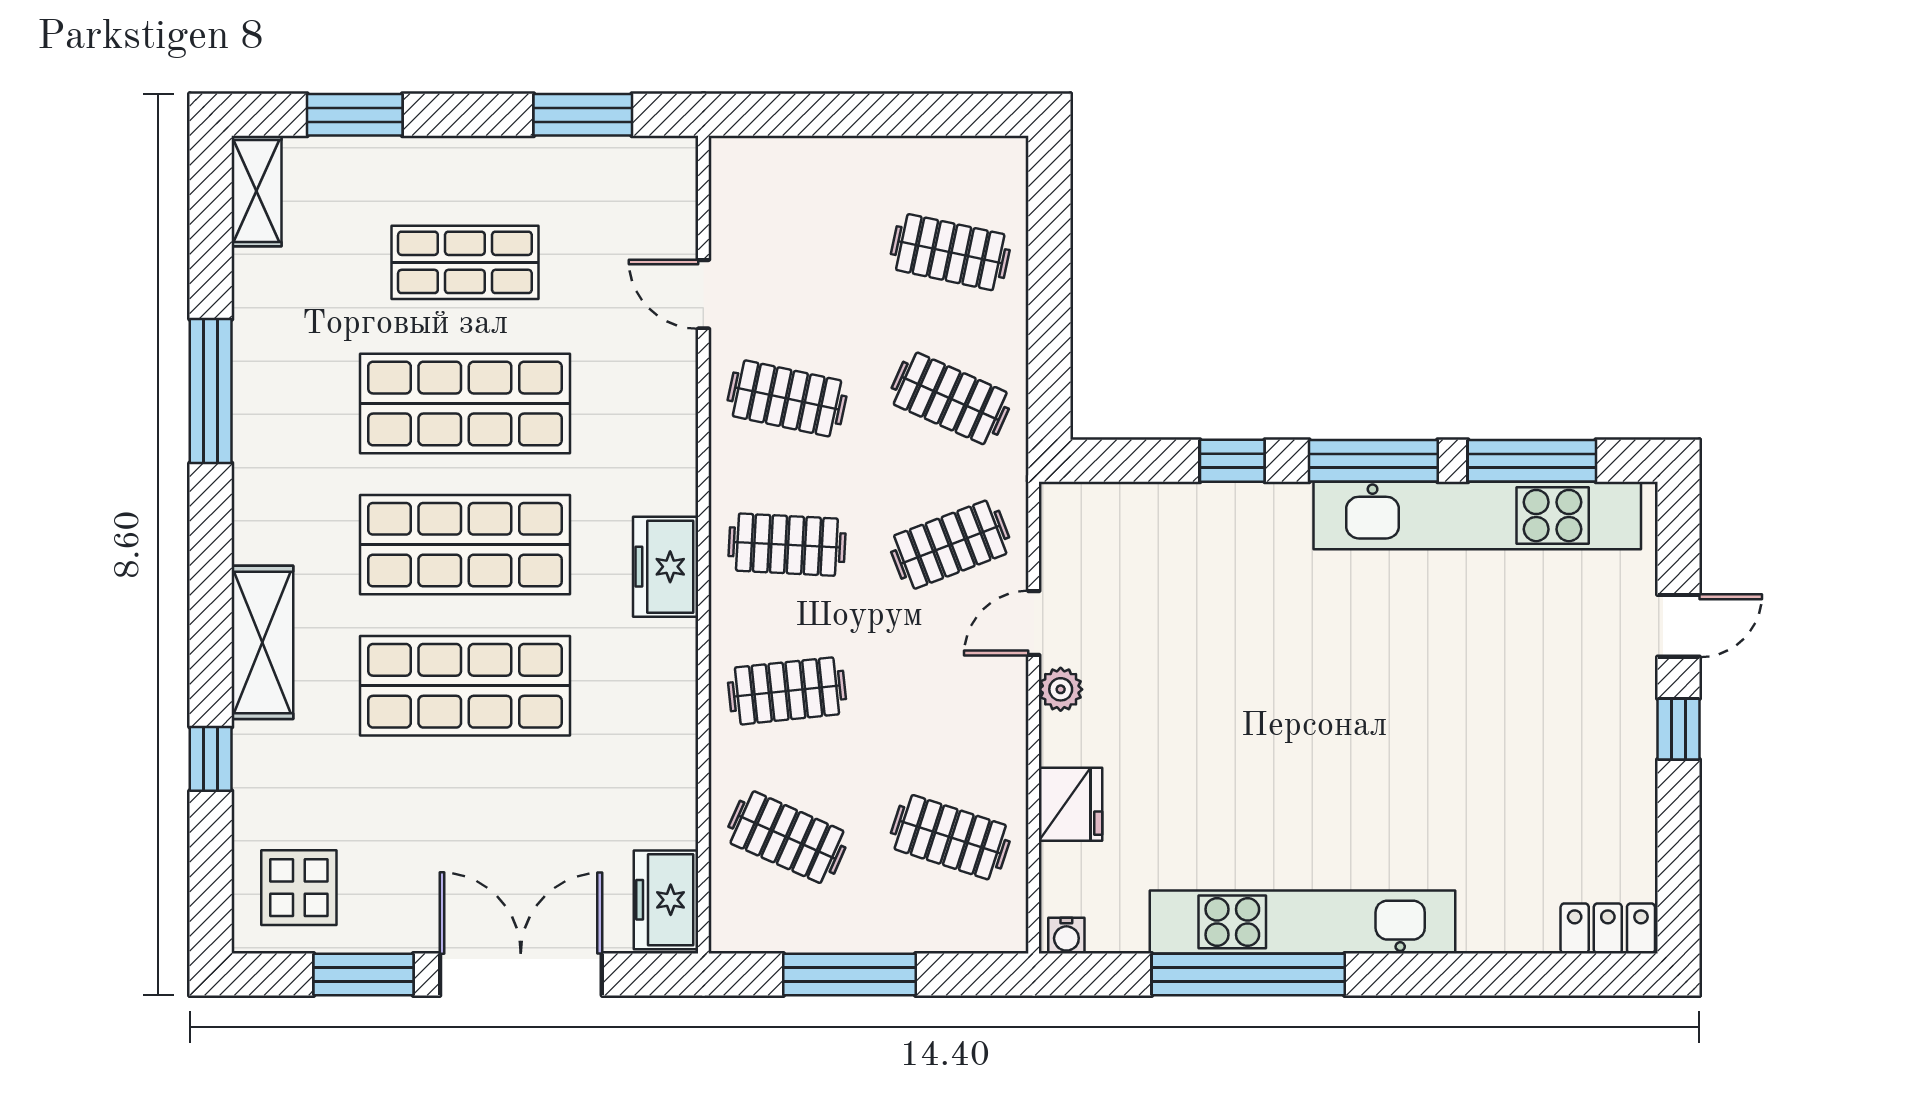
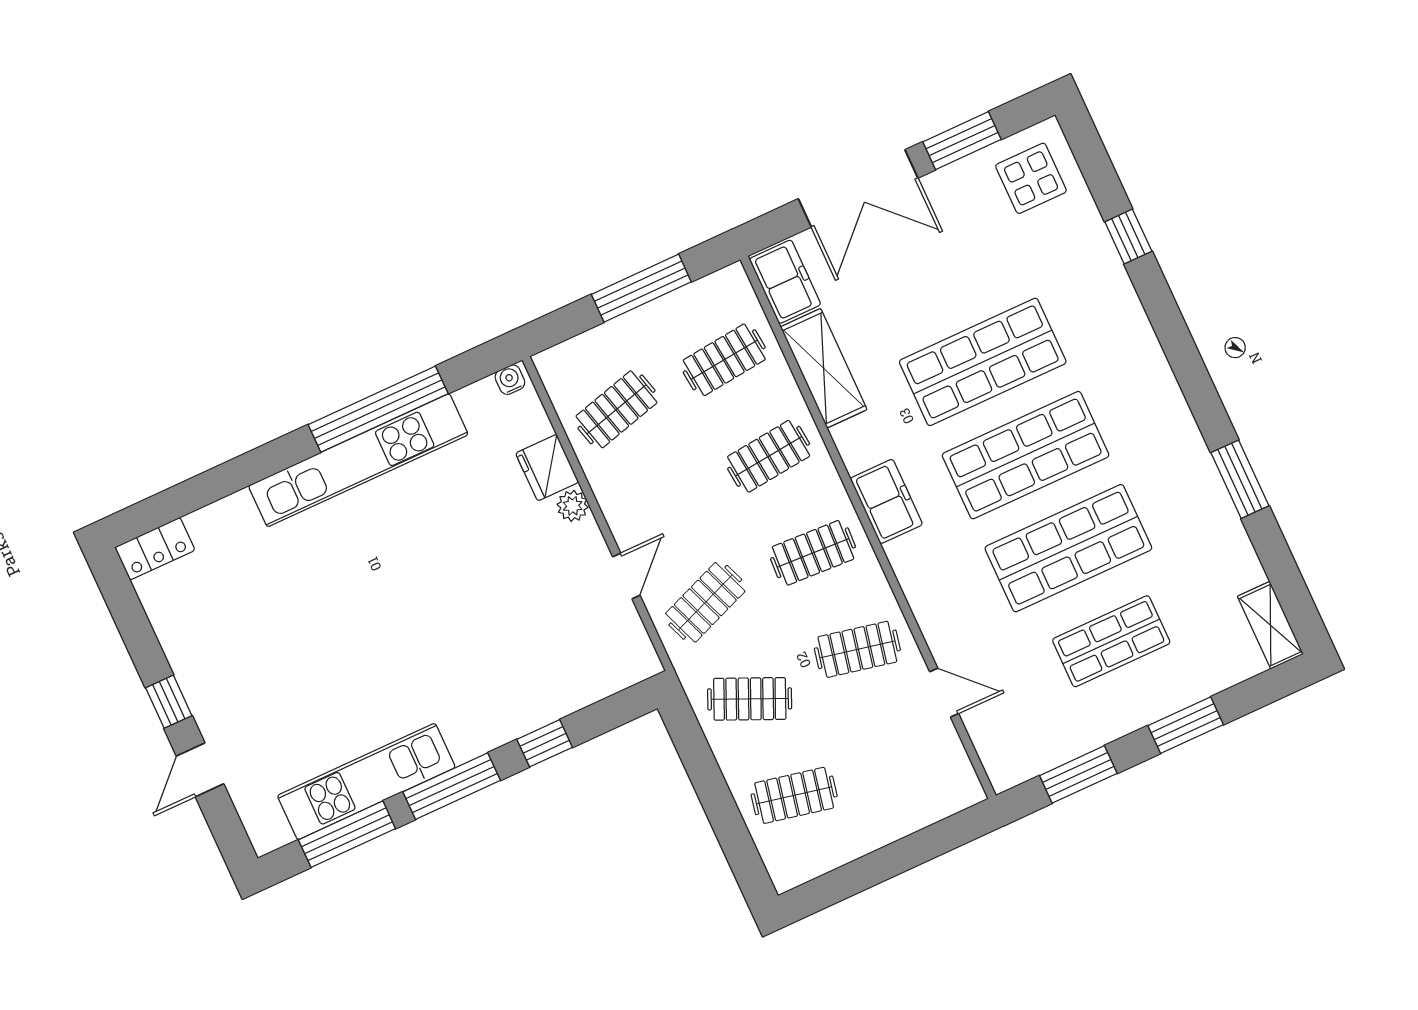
window: (355, 115) -> (1186, 725), moved
window: (211, 391) -> (1240, 479), width x0.69
kitchen unit: (1477, 516) -> (366, 782), width x0.73
shelving: (262, 642) -> (824, 368), moved
plant: (1061, 689) -> (573, 506), moved
clothes rail: (787, 837) -> (724, 360), turned -30
clothes rail: (950, 837) -> (617, 409), turned -33

